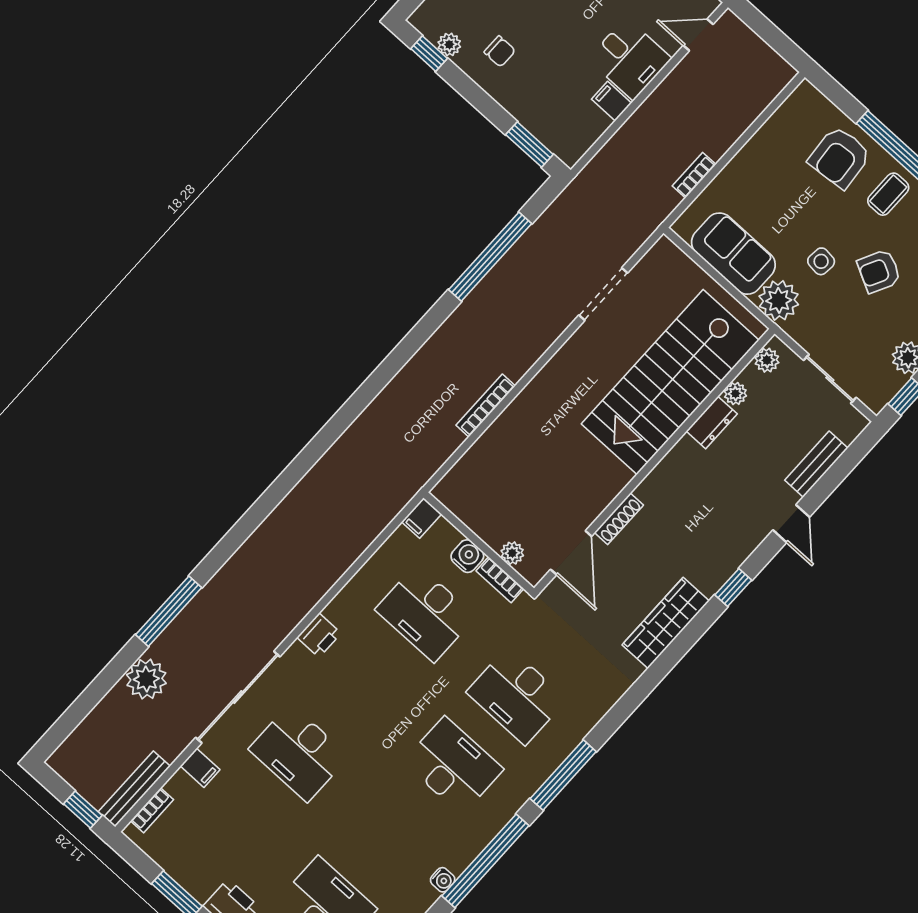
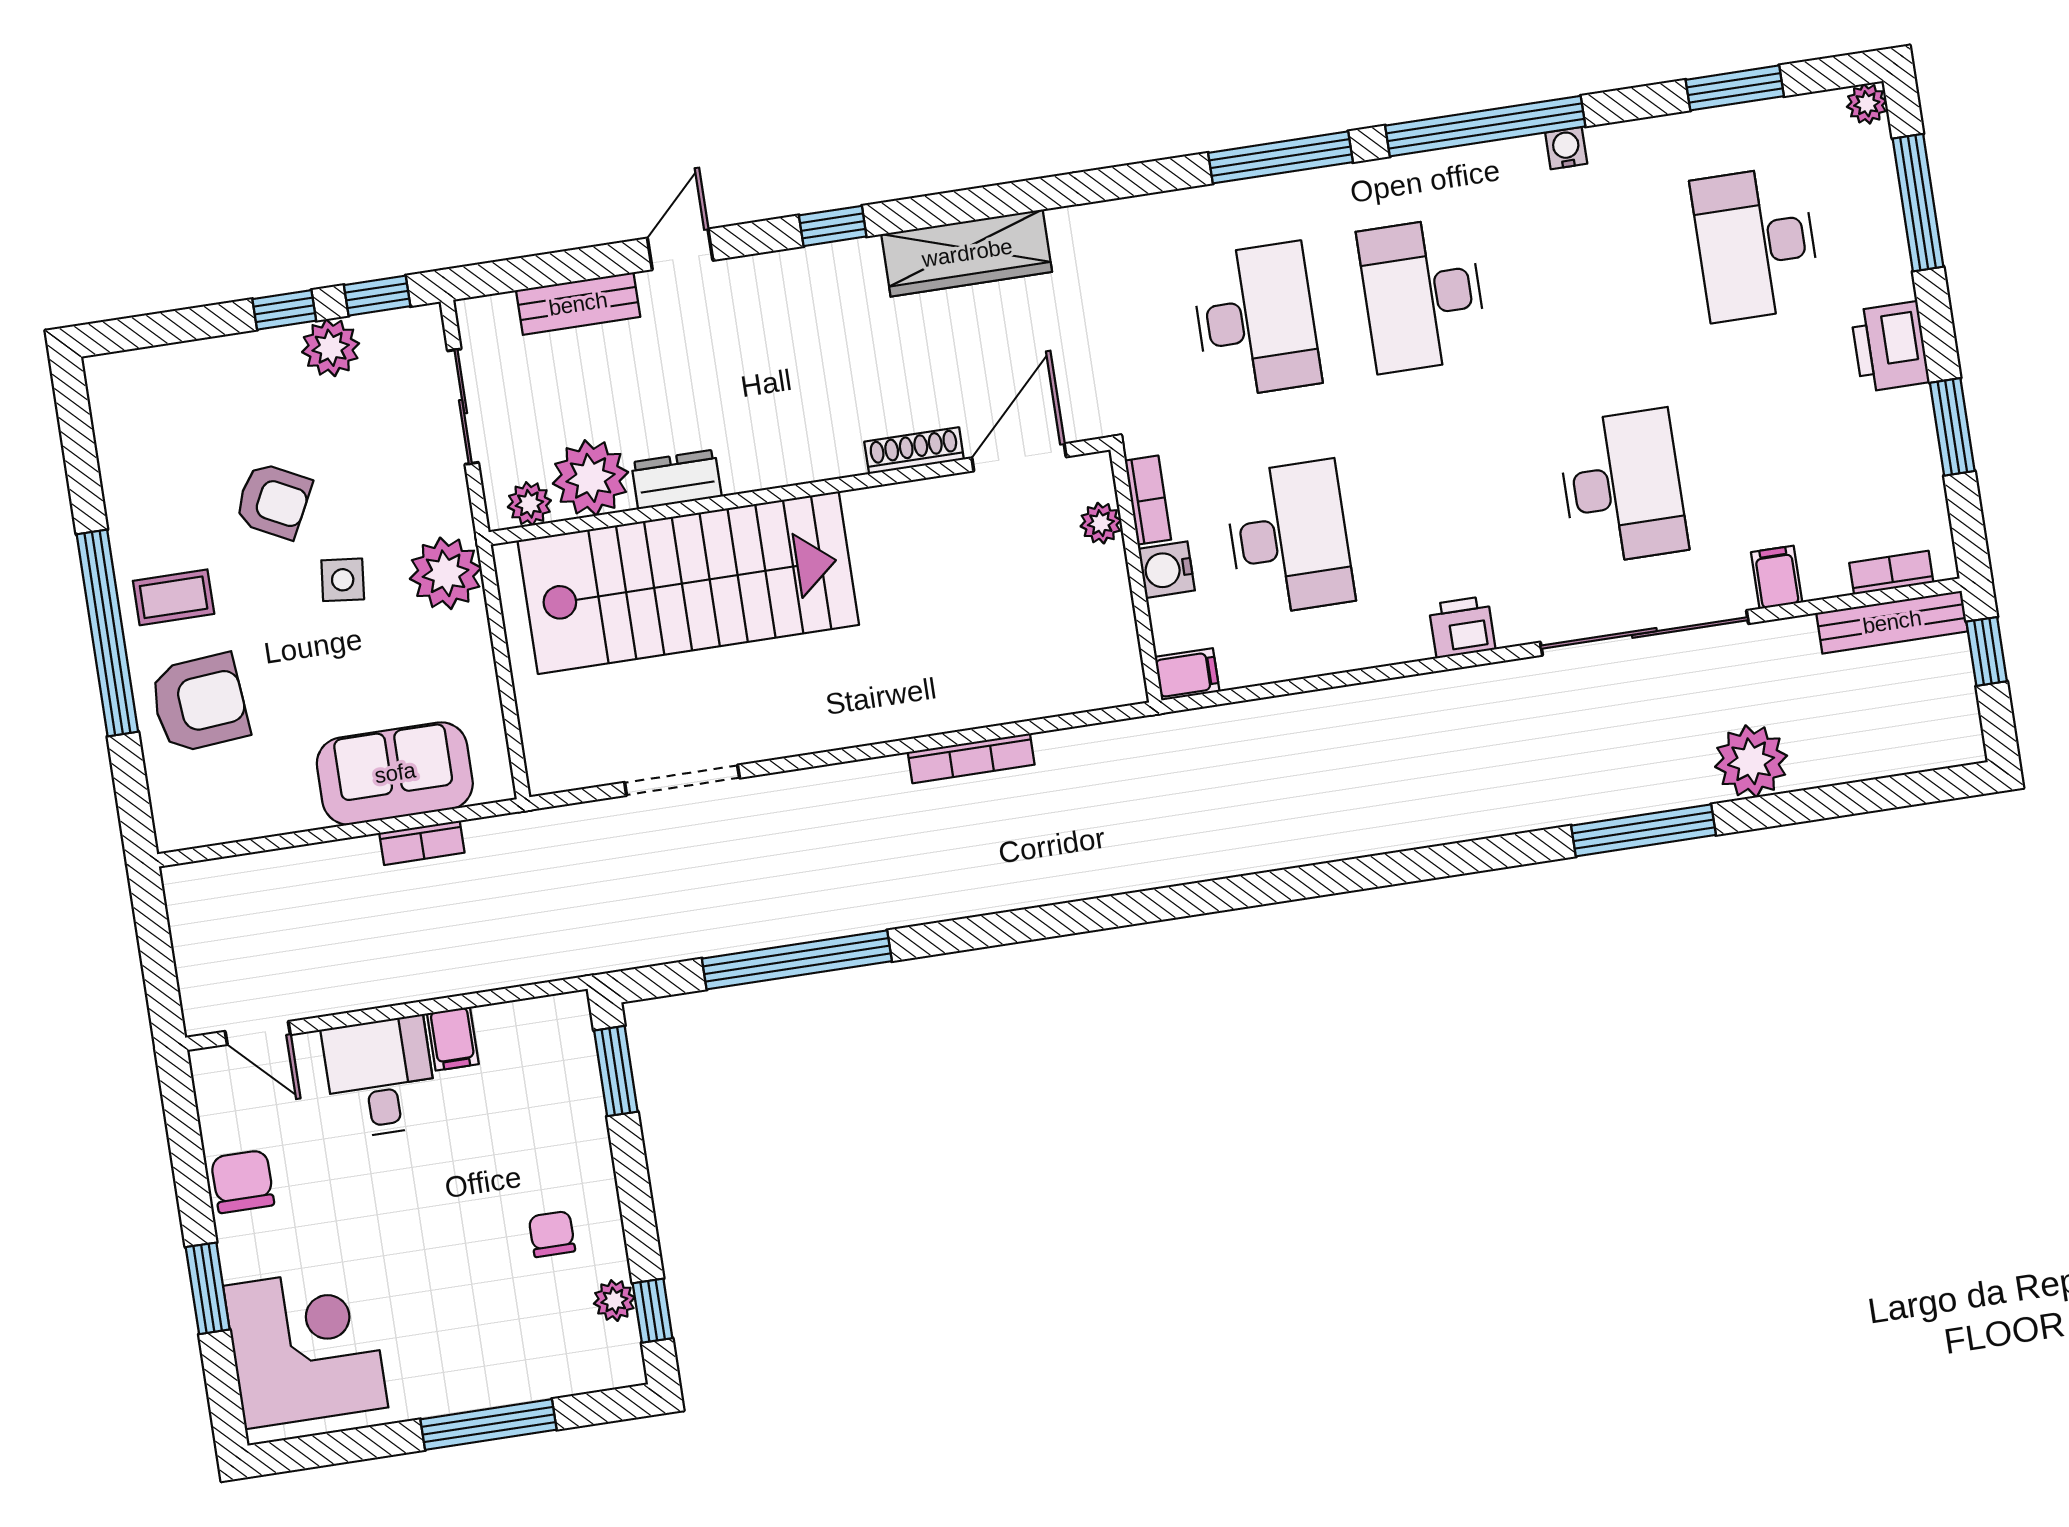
sofa: (733, 254) -> (395, 773), moved, turned 90
plant: (735, 394) -> (591, 478), width x1.87, depth x1.87

